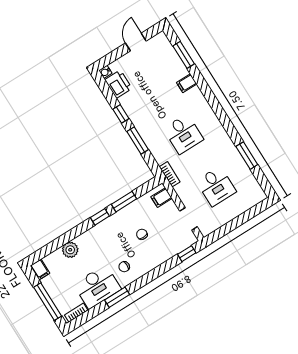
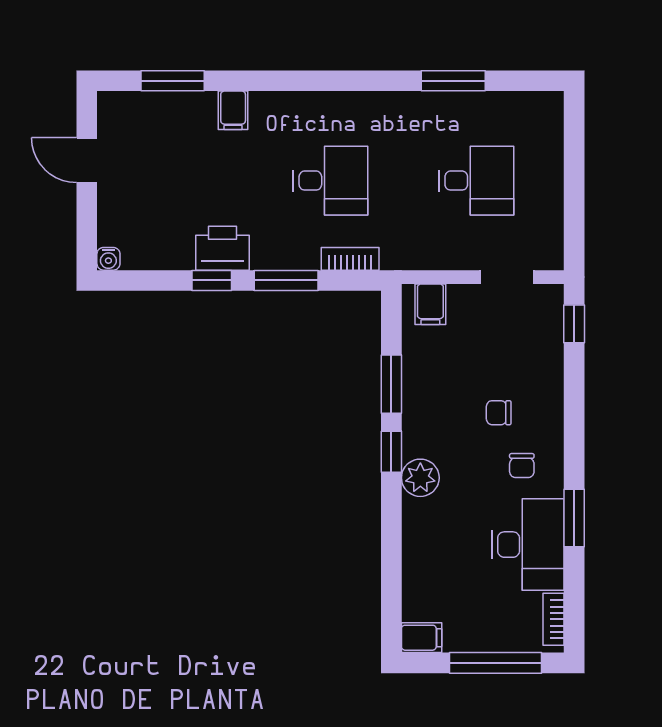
printer: (118, 84) -> (222, 248), moved
bookcase: (170, 174) -> (350, 259), moved
chair: (142, 234) -> (499, 413), moved
plant: (70, 250) -> (420, 478), moved

